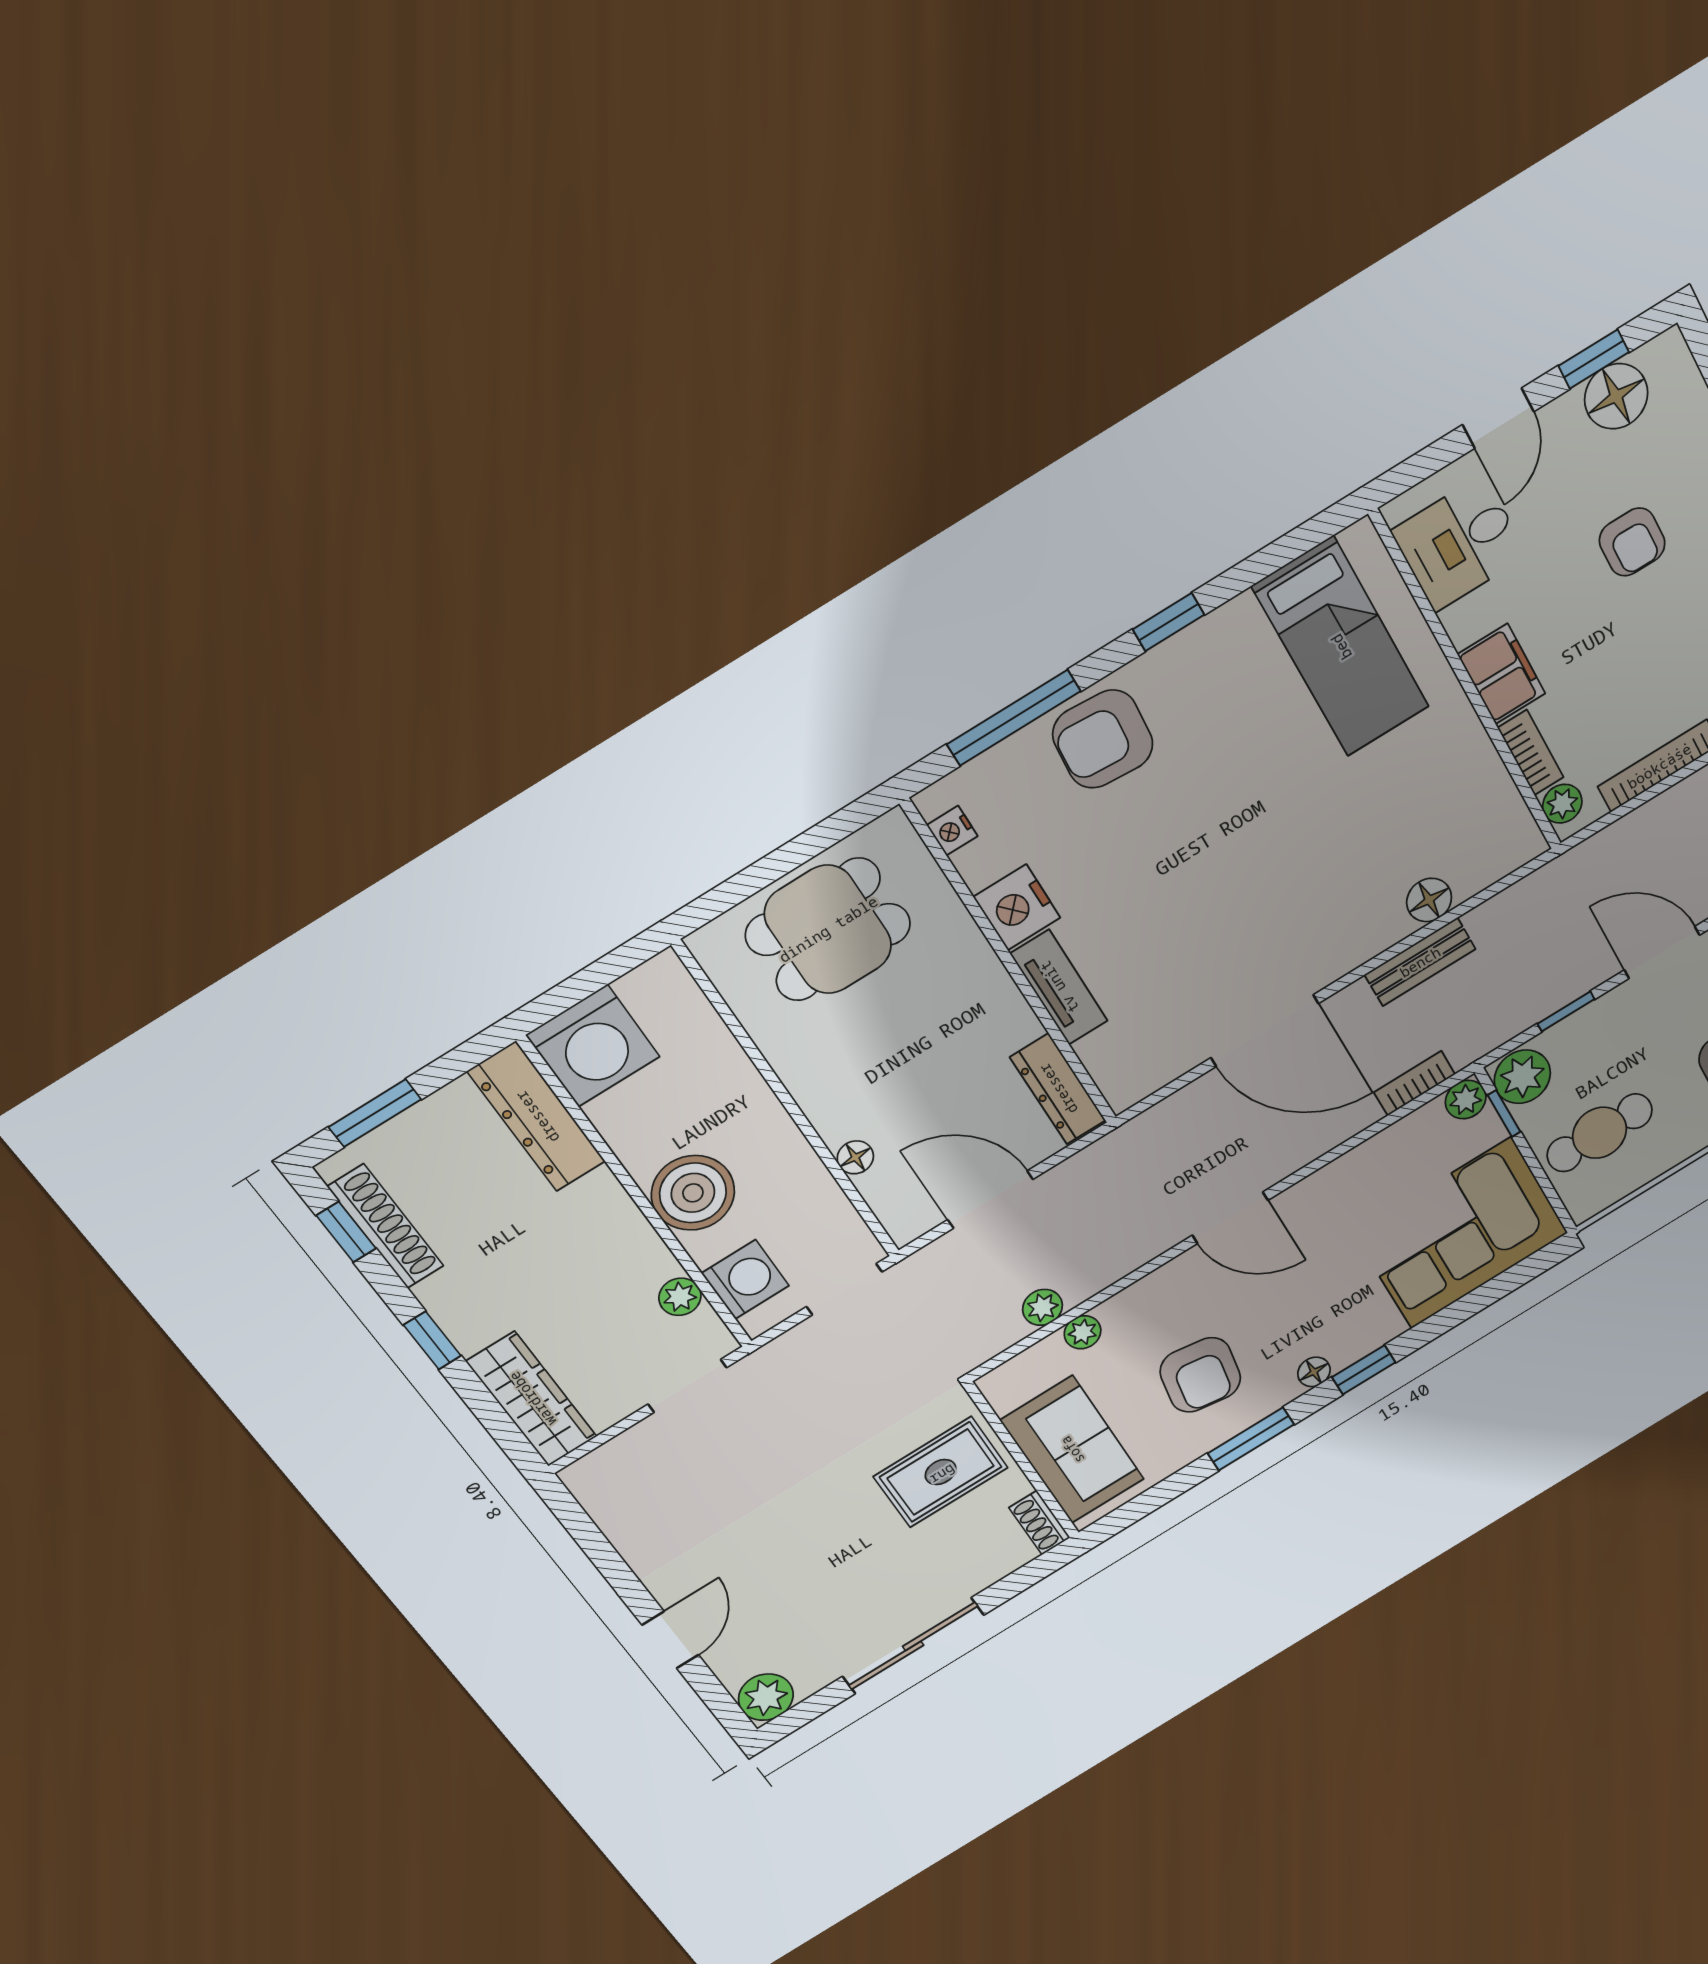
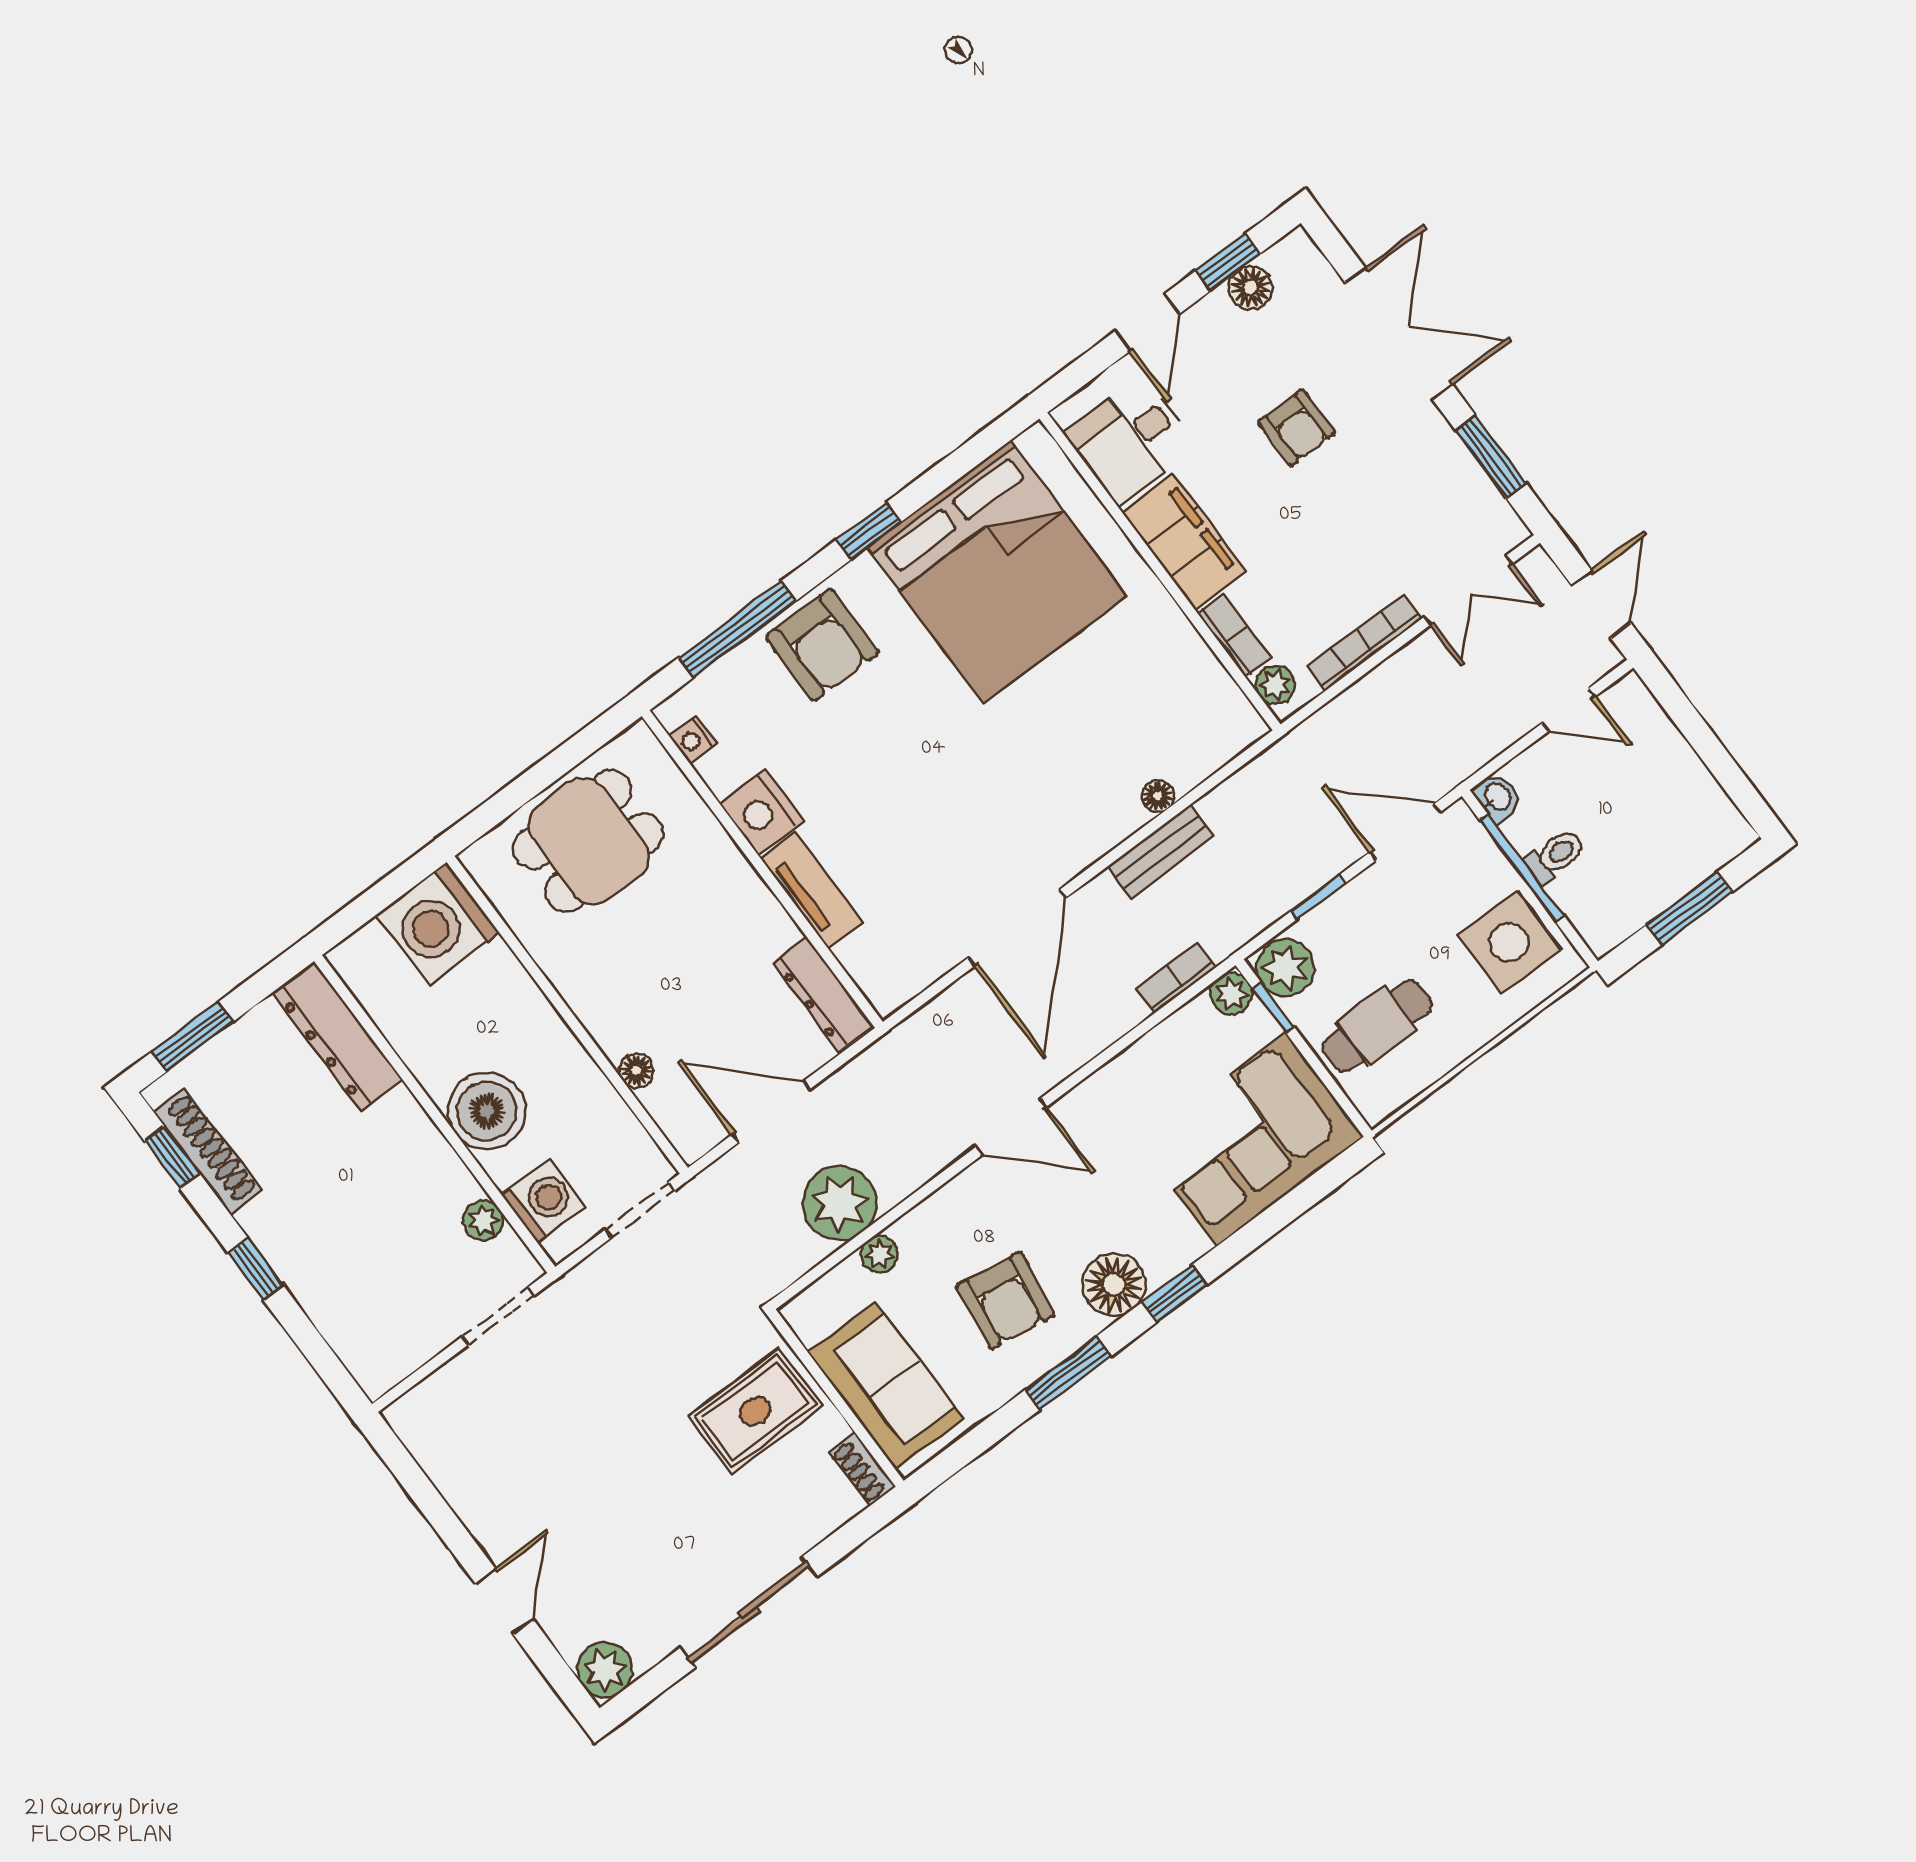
floor lamp: (1616, 396) -> (1251, 288), width x0.73, depth x0.73
bed: (1341, 647) -> (997, 572), width x2.04
filing cabinet: (1501, 674) -> (1184, 542), width x1.50, depth x1.17
armchair: (1103, 739) -> (822, 645), turned -94
floor lamp: (1429, 900) -> (1158, 796), width x0.73, depth x0.73
door: (1265, 1031) -> (1017, 928), hinge flipped
washing machine: (593, 1046) -> (438, 923), moved, turned 90
plant: (1043, 1307) -> (840, 1203), width x1.87, depth x1.87
floor lamp: (1314, 1372) -> (1114, 1284), width x1.89, depth x1.89
wardrobe: (532, 1399) -> (352, 1331), removed

